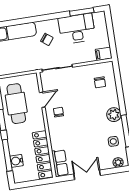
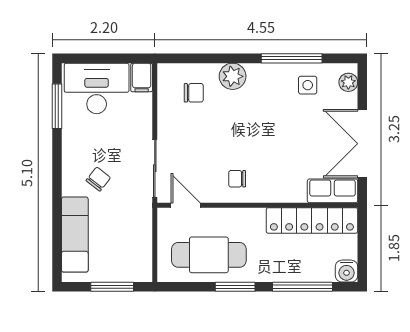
desk: (77, 29) -> (97, 88), moved, turned 90
door: (42, 100) -> (186, 205), moved
plant: (114, 115) -> (233, 76), moved
water cooler: (17, 161) -> (347, 271), moved
double door: (87, 175) -> (362, 144), width x1.37

